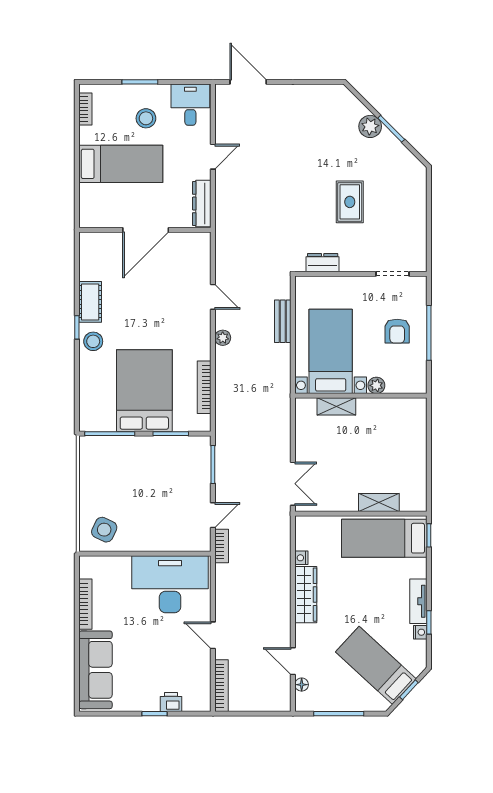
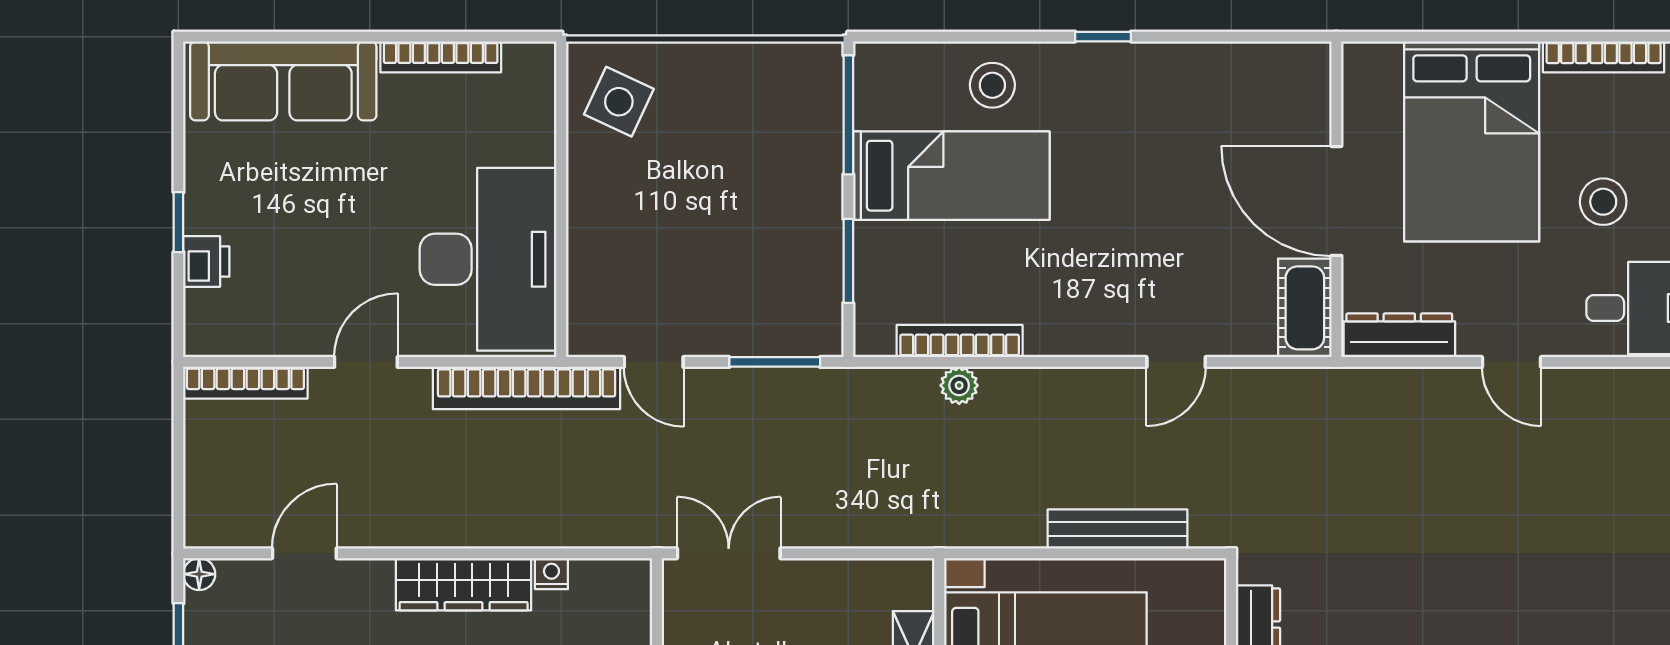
bookcase: (85, 109) -> (1604, 57), width x1.56
bed: (121, 164) -> (1472, 141), width x1.50
cot: (90, 302) -> (1305, 308), moved, turned 90
bench: (283, 321) -> (1118, 529), width x1.36
plant: (223, 338) -> (959, 385), moved
stool: (93, 341) -> (992, 85), moved
bed: (144, 391) -> (951, 176), width x0.67
double door: (293, 484) -> (729, 553), swing flipped
bookcase: (222, 546) -> (527, 388), width x2.31, depth x1.31
floor lamp: (302, 685) -> (199, 574), moved

